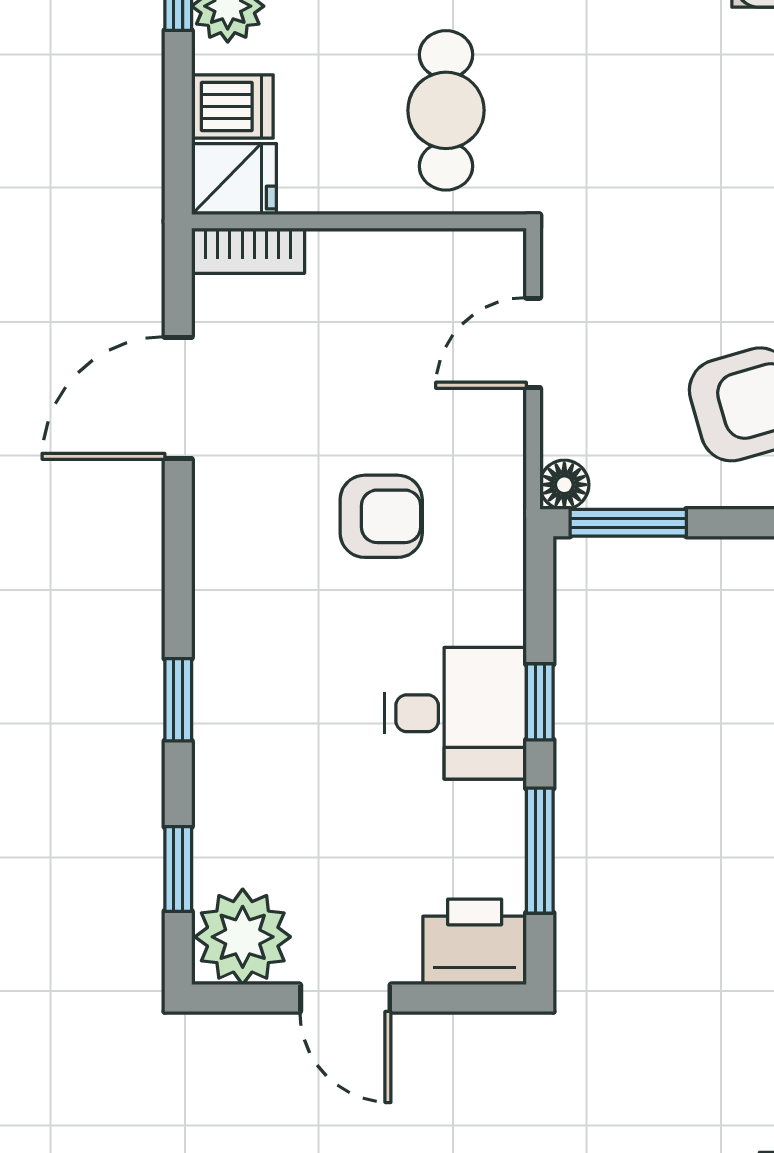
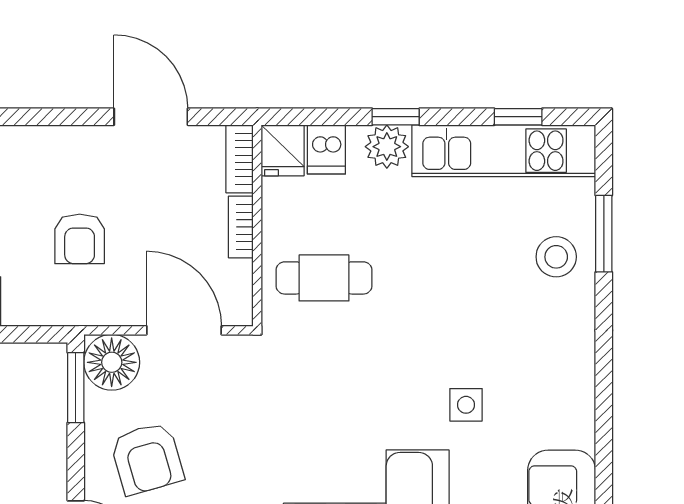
bookcase: (361, 249) -> (241, 227), added
door: (533, 343) -> (184, 330), width x1.38
floor lamp: (564, 485) -> (112, 362), width x1.89, depth x1.89

